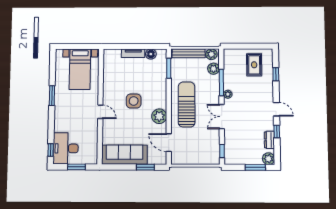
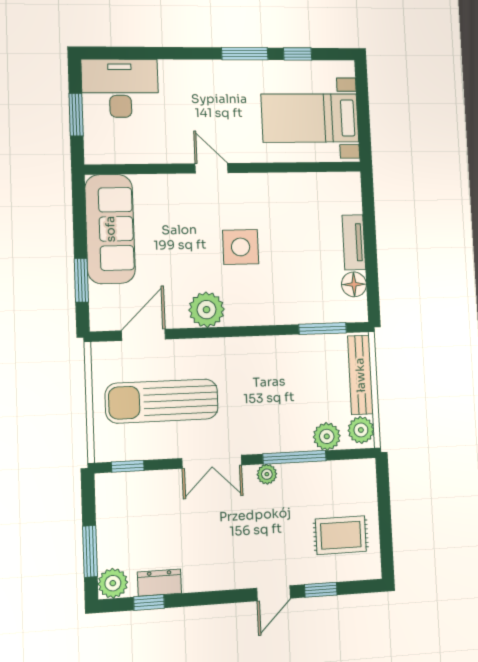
sun lounger: (187, 104) -> (162, 401), moved, turned 180
door: (276, 109) -> (273, 593), moved
door: (100, 112) -> (212, 168), swing flipped
double door: (222, 117) -> (212, 462), swing flipped
window: (277, 131) -> (149, 602), moved
window: (51, 150) -> (298, 54), moved

